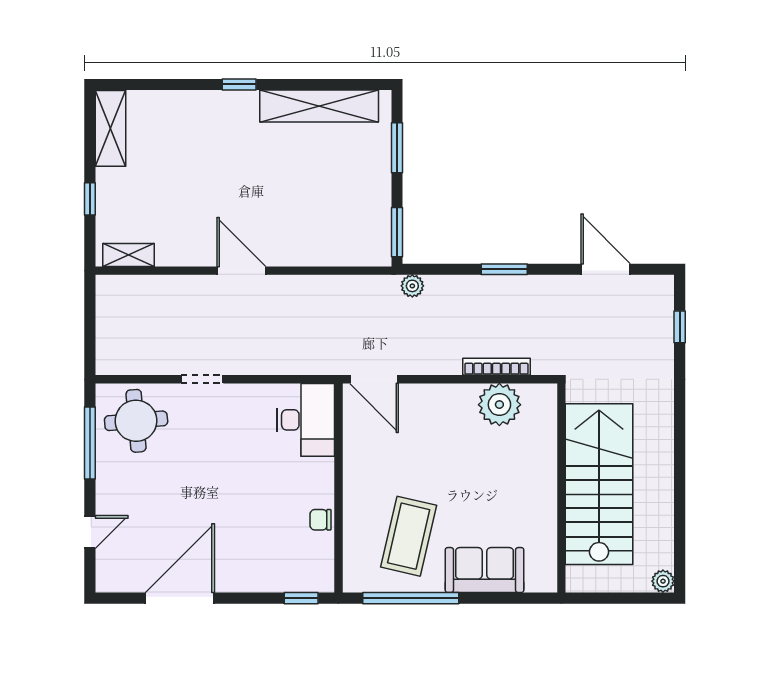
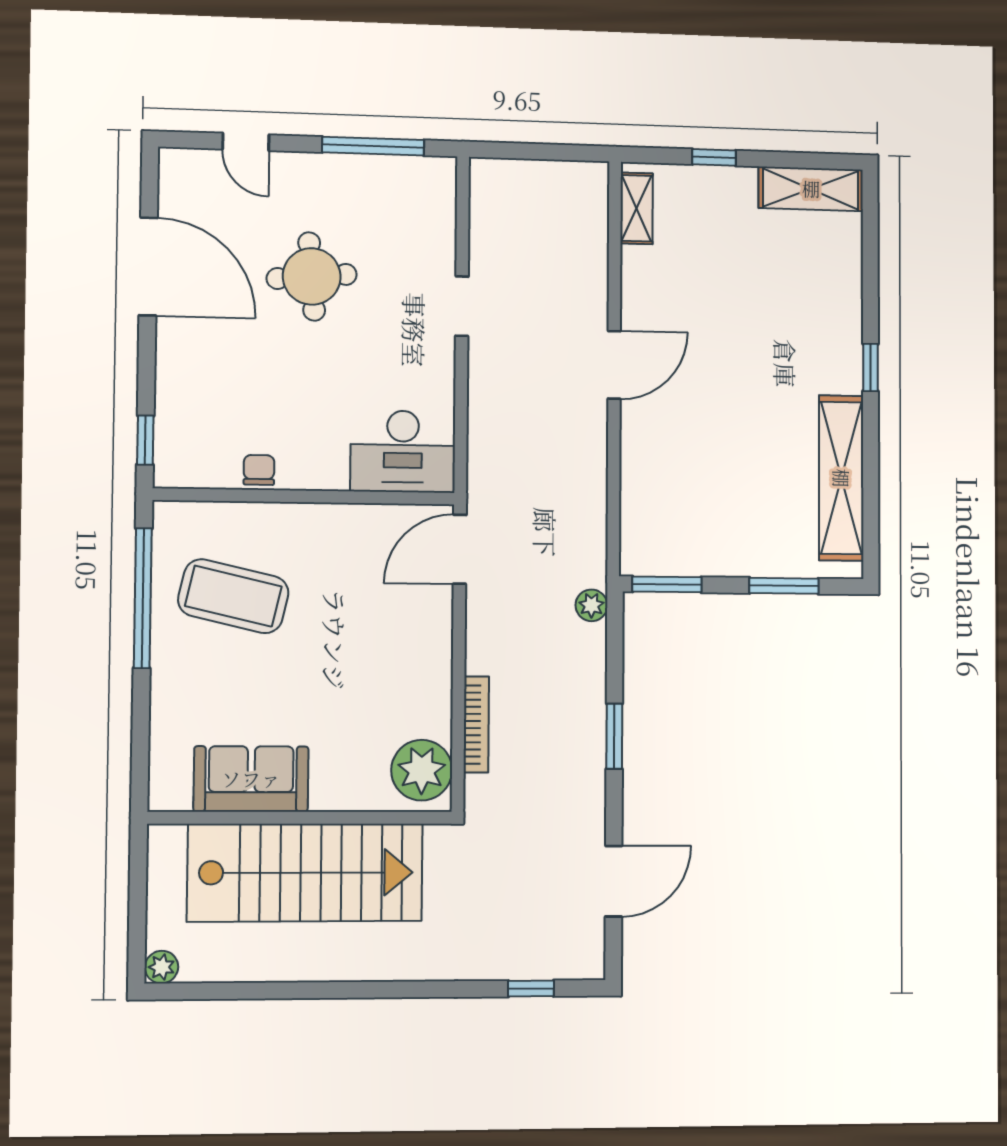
plant: (499, 405) -> (422, 770), moved
round table: (136, 421) -> (312, 276), moved
sofa: (485, 570) -> (251, 779), moved, turned -90

